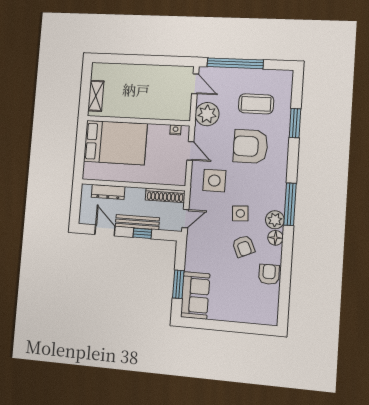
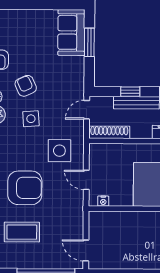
plant: (207, 114) -> (71, 219), removed

